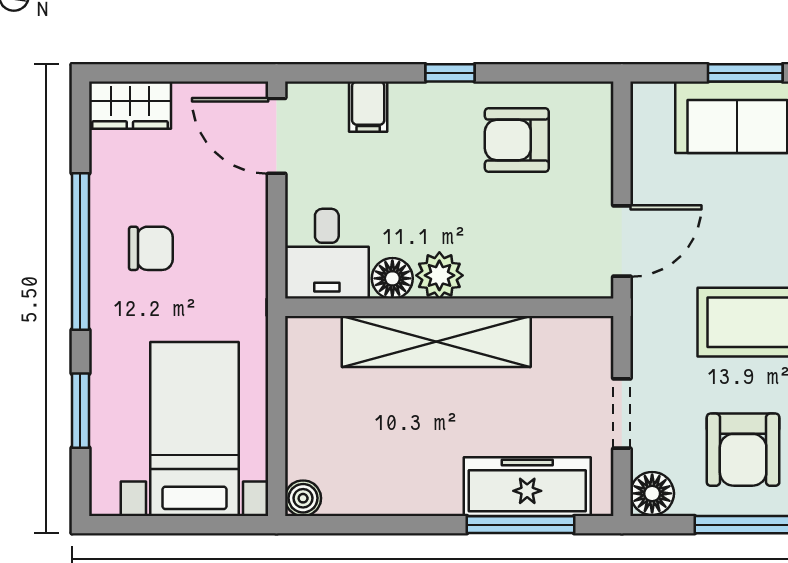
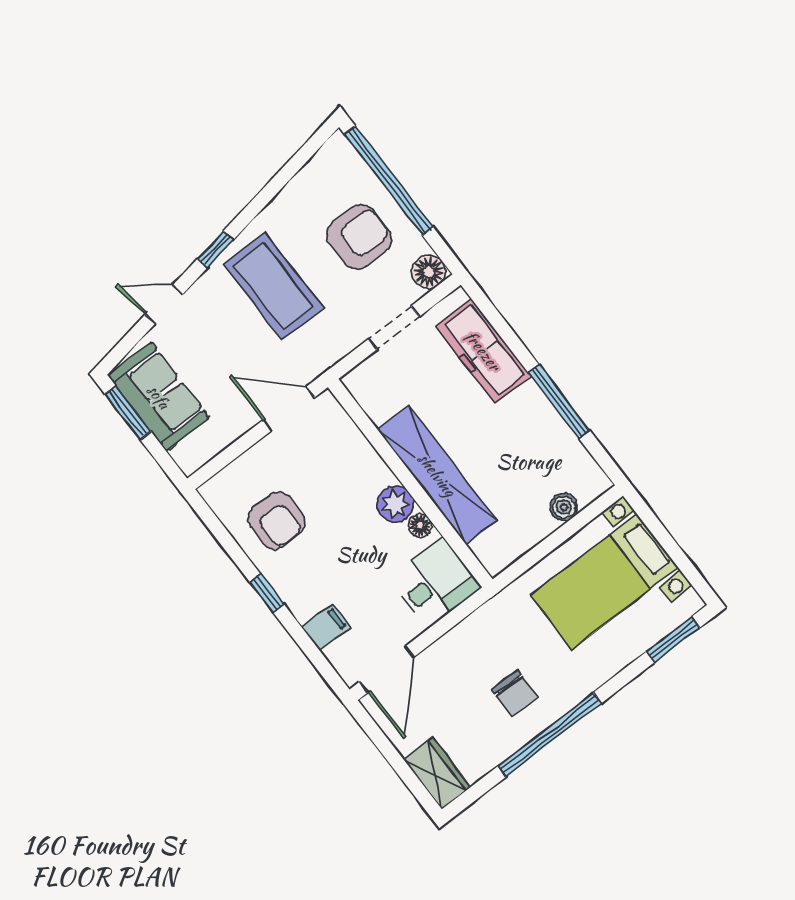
chair: (151, 248) -> (515, 693), turned 180
floor lamp: (392, 278) -> (420, 526), width x0.73, depth x0.73
window: (80, 411) -> (673, 640), moved
boiler: (303, 498) -> (564, 507), moved
window: (520, 525) -> (559, 402), moved

